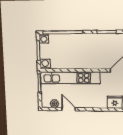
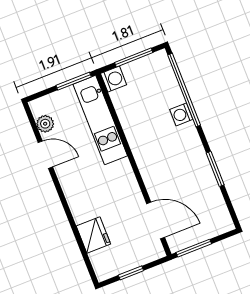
washing machine: (44, 39) -> (181, 114), moved
kitchen unit: (70, 78) -> (100, 120), width x0.73
door: (69, 109) -> (45, 155), hinge flipped

